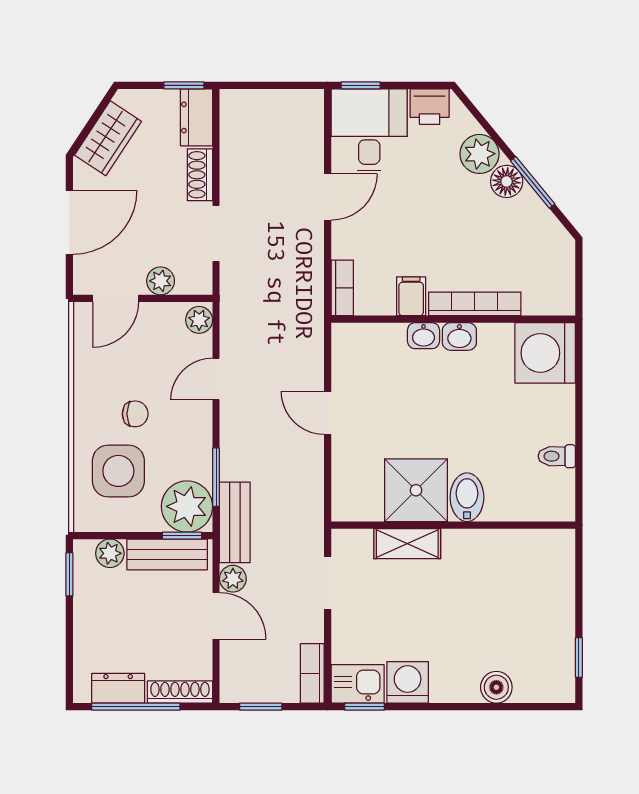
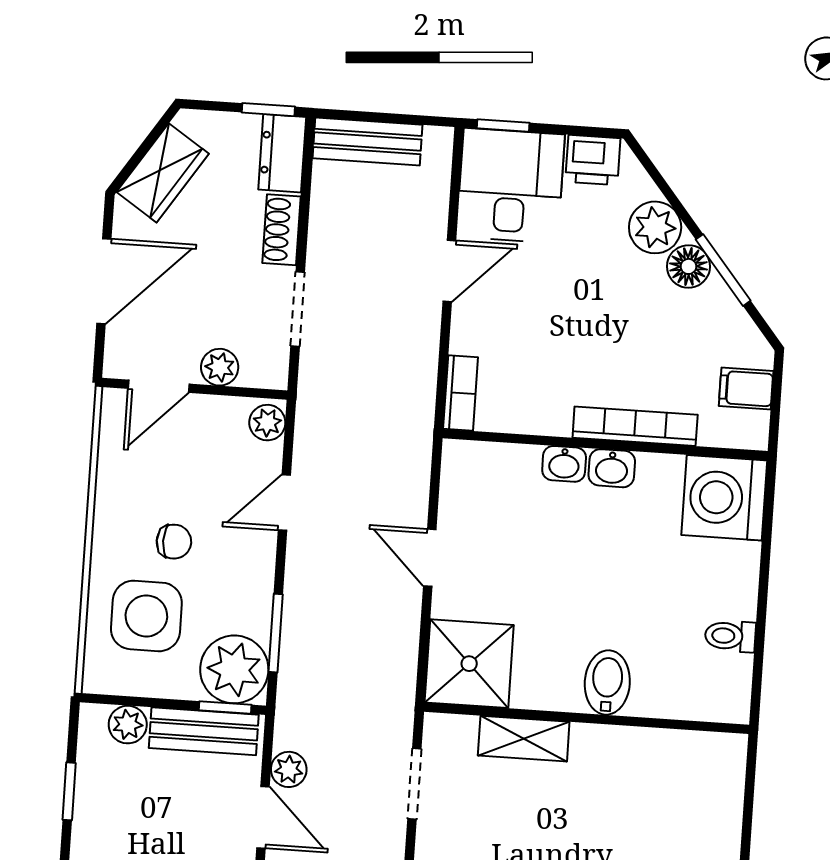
filing cabinet: (411, 296) -> (746, 389), moved, turned -90
shower: (416, 490) -> (469, 664), moved
bench: (235, 522) -> (367, 141), moved, turned 90
window: (69, 574) -> (69, 791), moved

